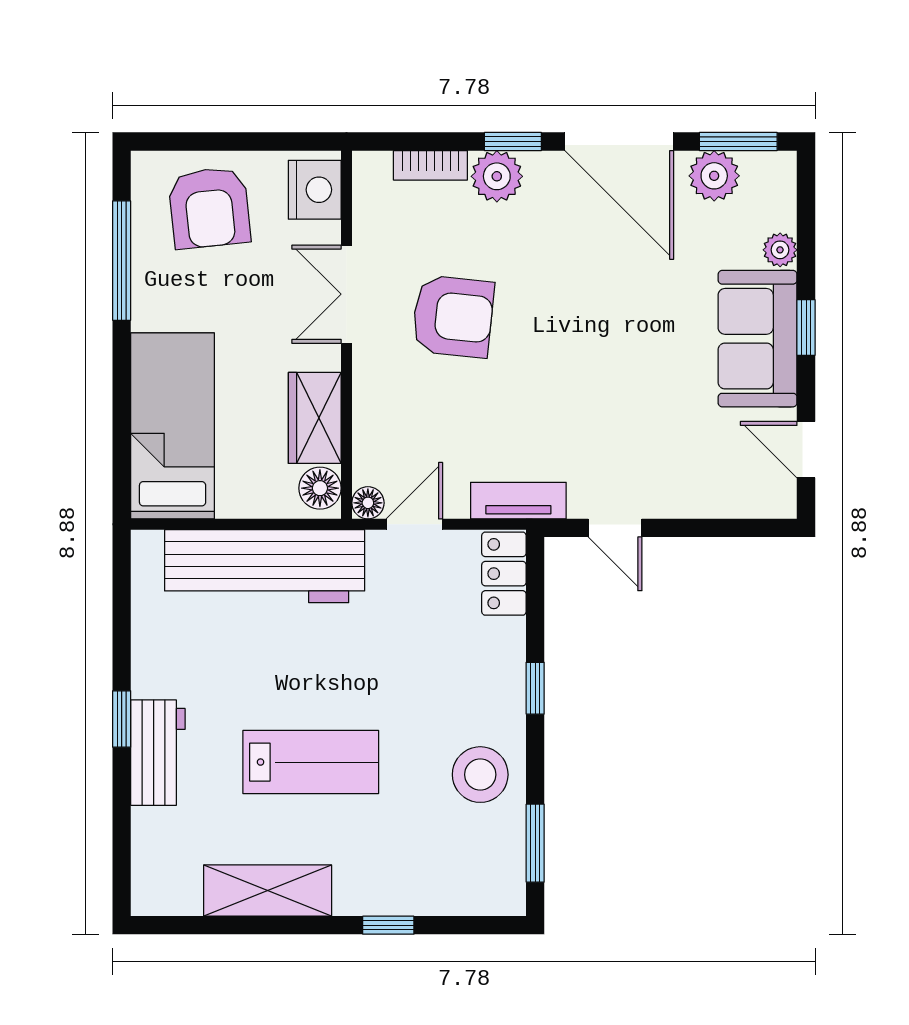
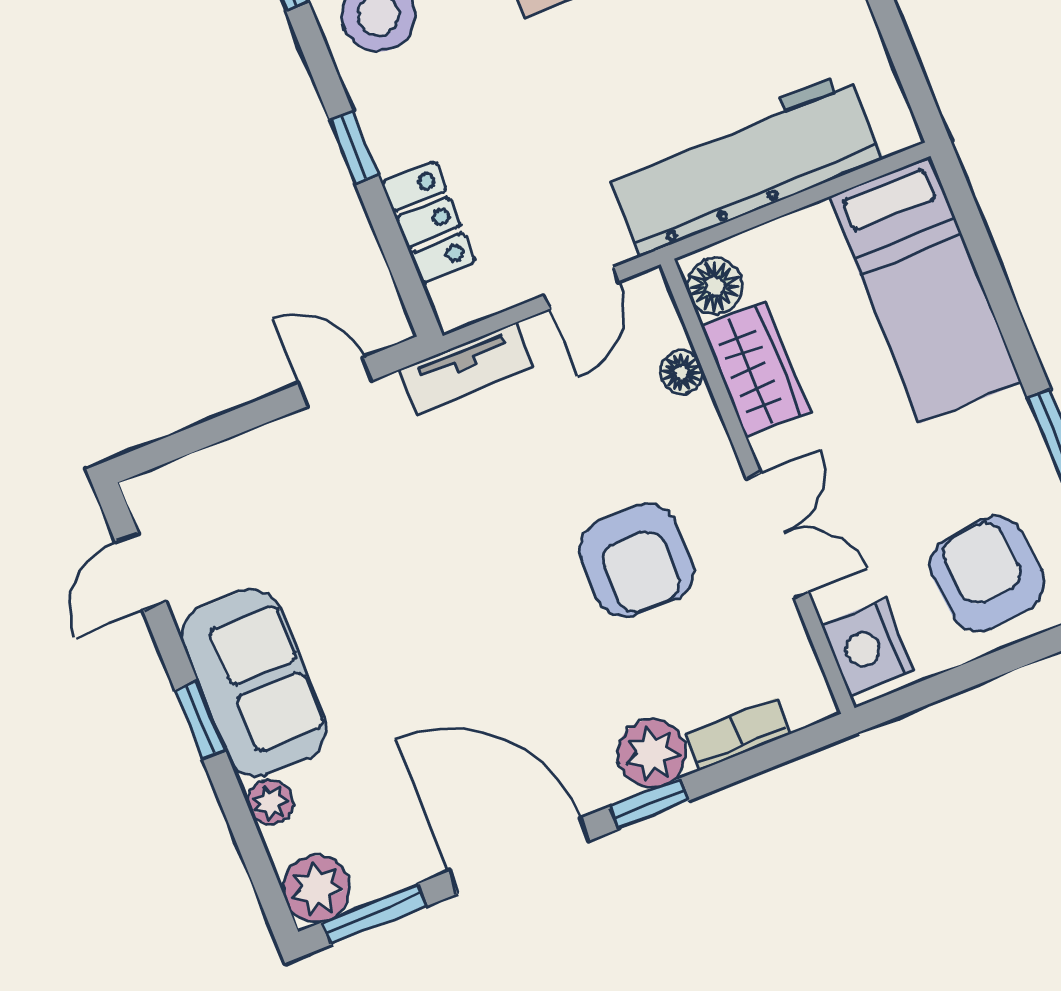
plant: (714, 176) -> (317, 889), moved
armchair: (453, 316) -> (637, 561), turned -96
door: (806, 450) -> (140, 571), swing flipped
floor lamp: (368, 503) -> (681, 372), moved
locker: (504, 574) -> (428, 222), moved

